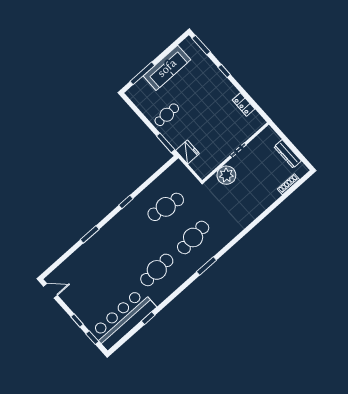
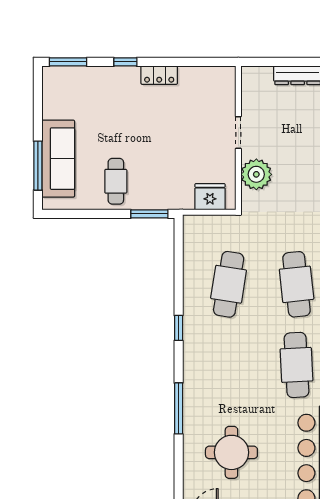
sofa: (167, 68) -> (58, 159), moved
locker: (244, 104) -> (159, 75), moved
fridge: (188, 152) -> (210, 197), moved
window: (90, 234) -> (179, 408), width x1.44
round table: (91, 276) -> (231, 452), added

